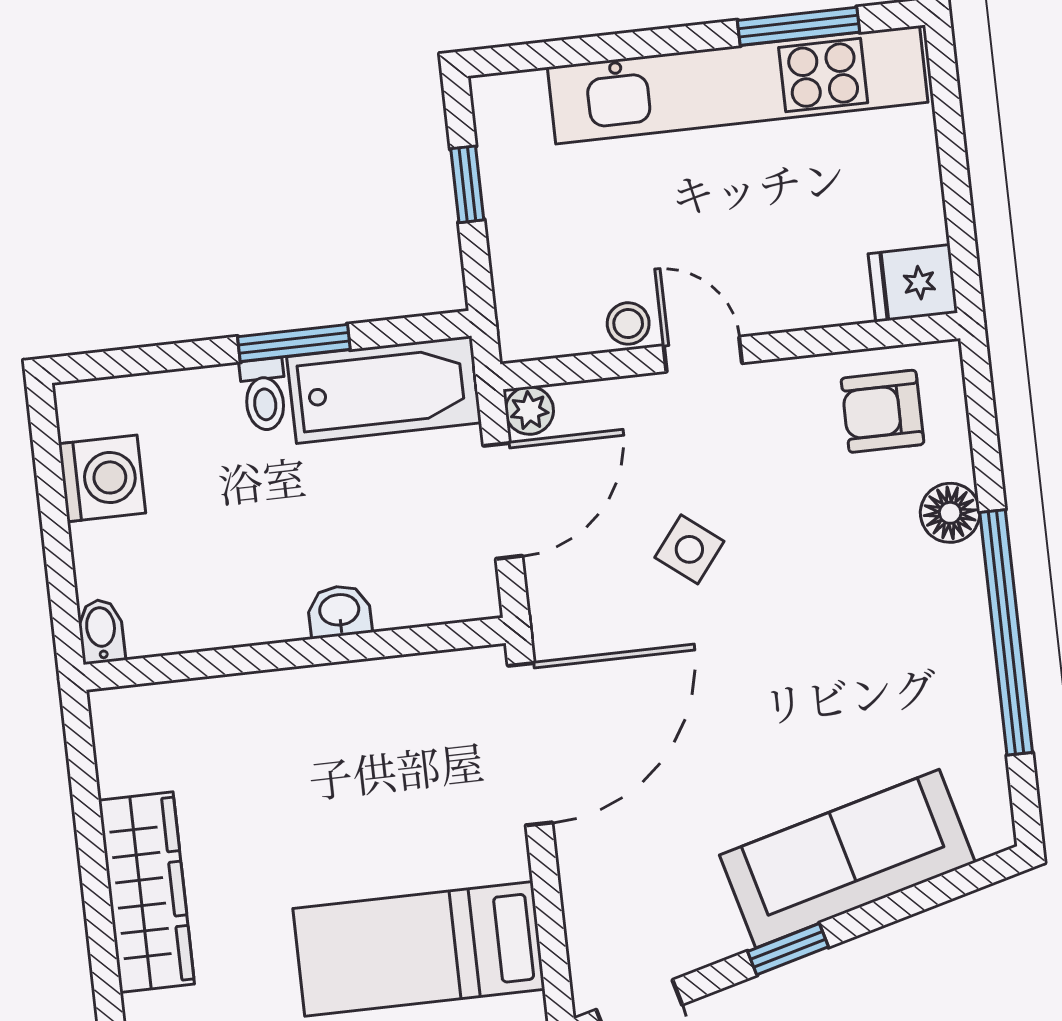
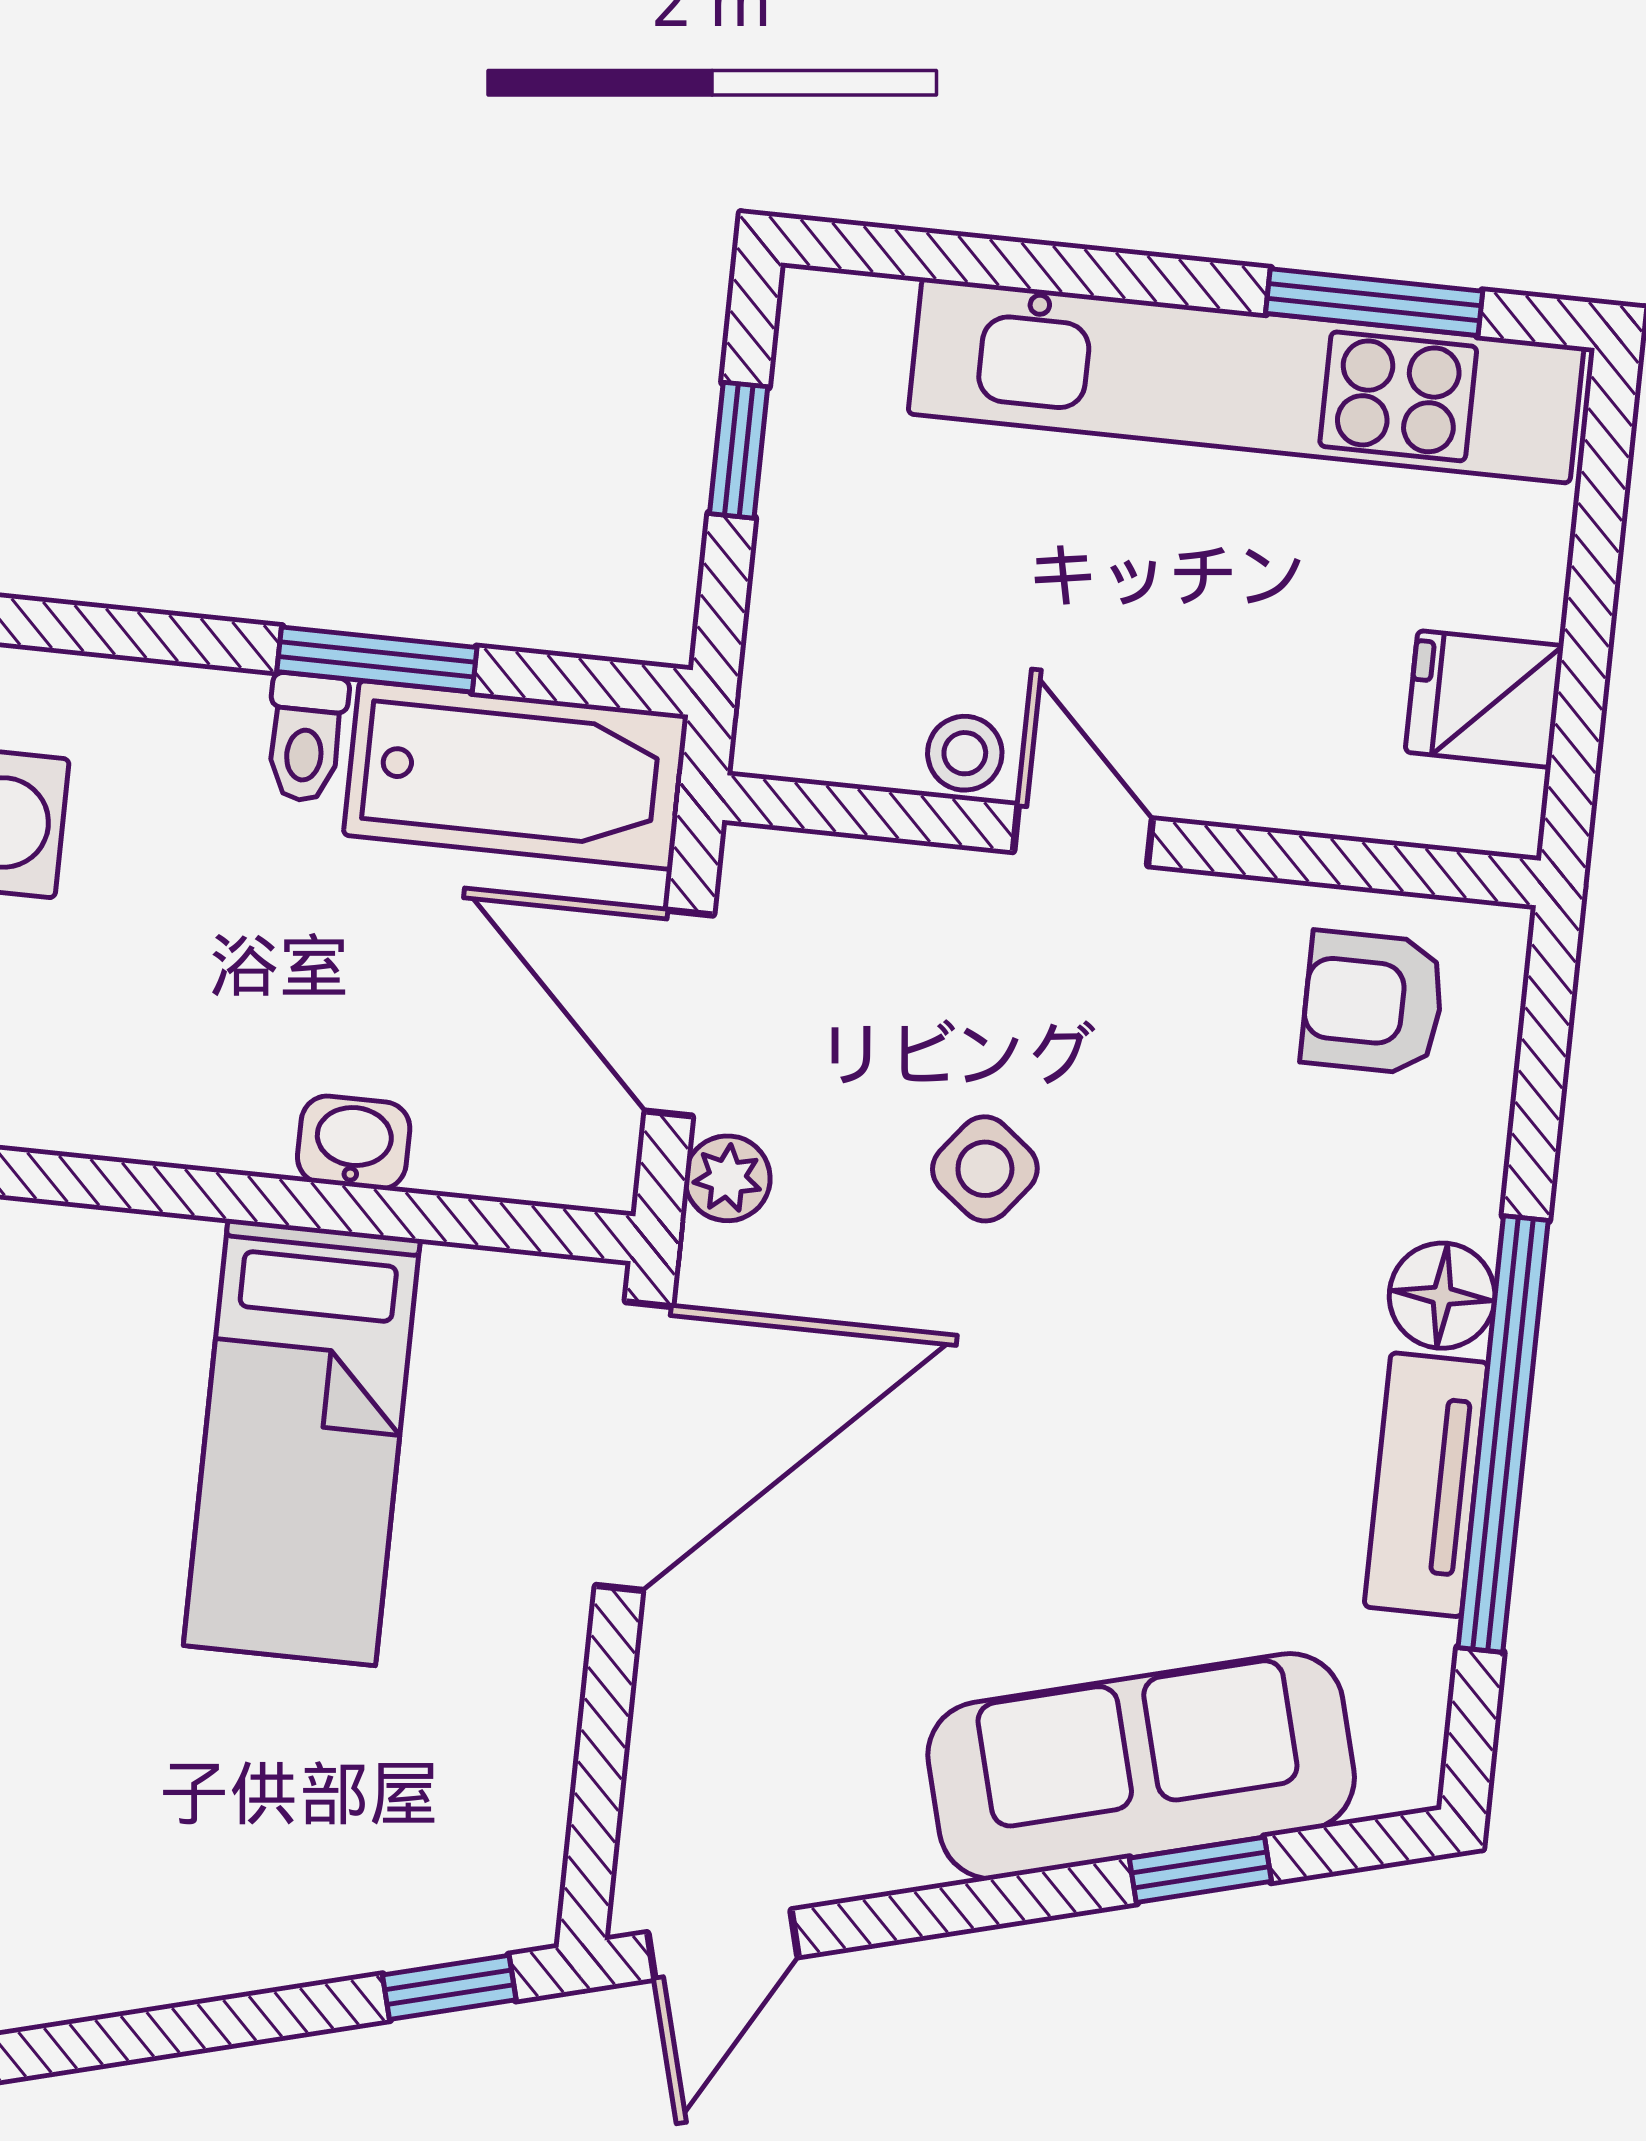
fridge: (913, 283) -> (1484, 699), moved
plant: (529, 411) -> (727, 1178), moved
door: (503, 501) -> (679, 1013), swing flipped
floor lamp: (950, 513) -> (1442, 1296), moved
tv unit: (970, 670) -> (1426, 1485), added
bed: (419, 949) -> (302, 1442), moved, turned -90
window: (788, 949) -> (1200, 1870), moved

